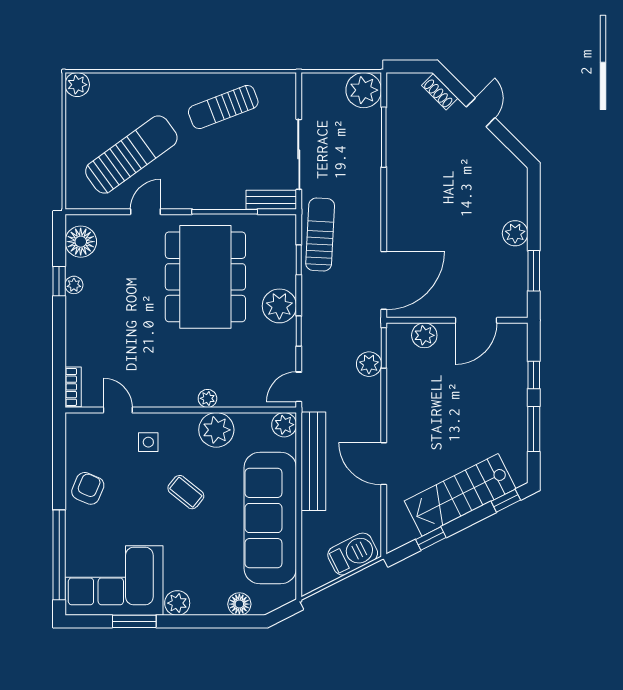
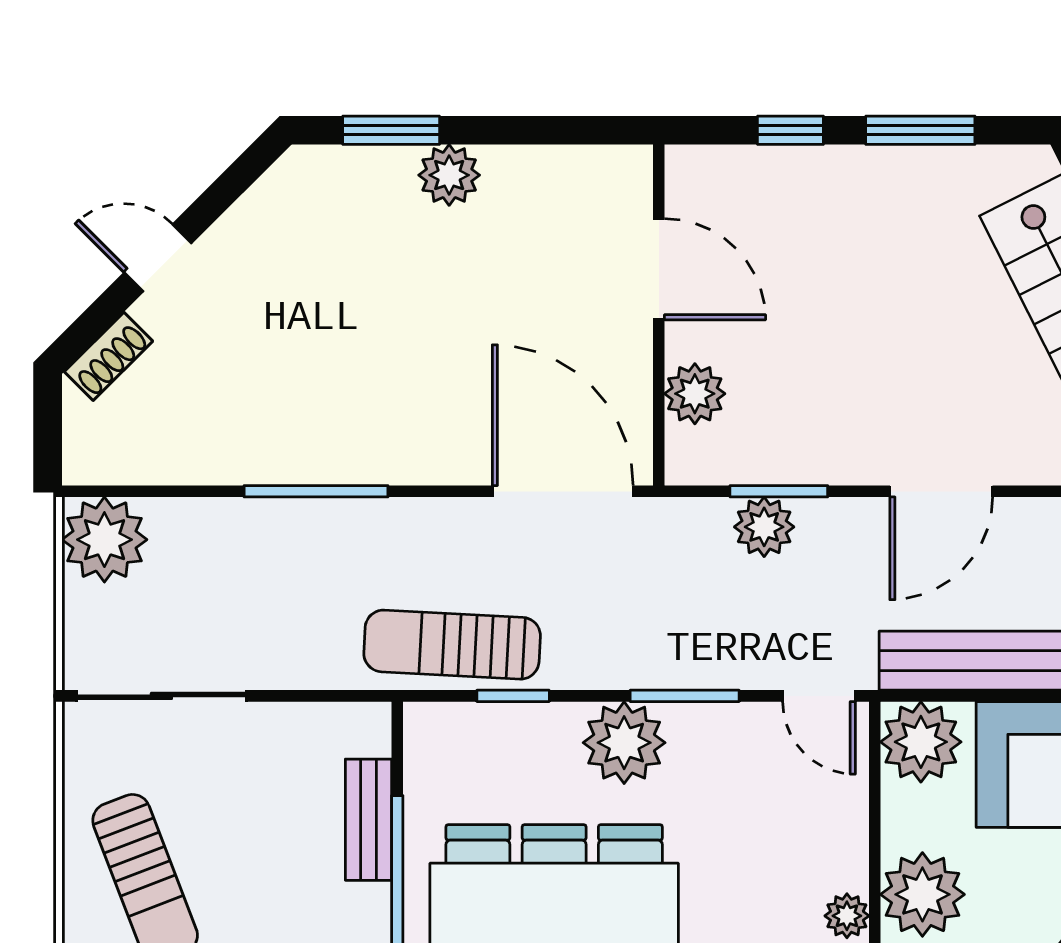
window: (384, 137) -> (316, 491), moved
sliding door: (299, 154) -> (161, 696), moved
bench: (271, 200) -> (368, 820), moved
window: (534, 271) -> (391, 130), moved
window: (299, 331) -> (685, 696), width x1.50
window: (384, 348) -> (779, 491), moved
plant: (284, 425) -> (921, 742), width x1.36, depth x1.36
door: (384, 464) -> (941, 491), moved

